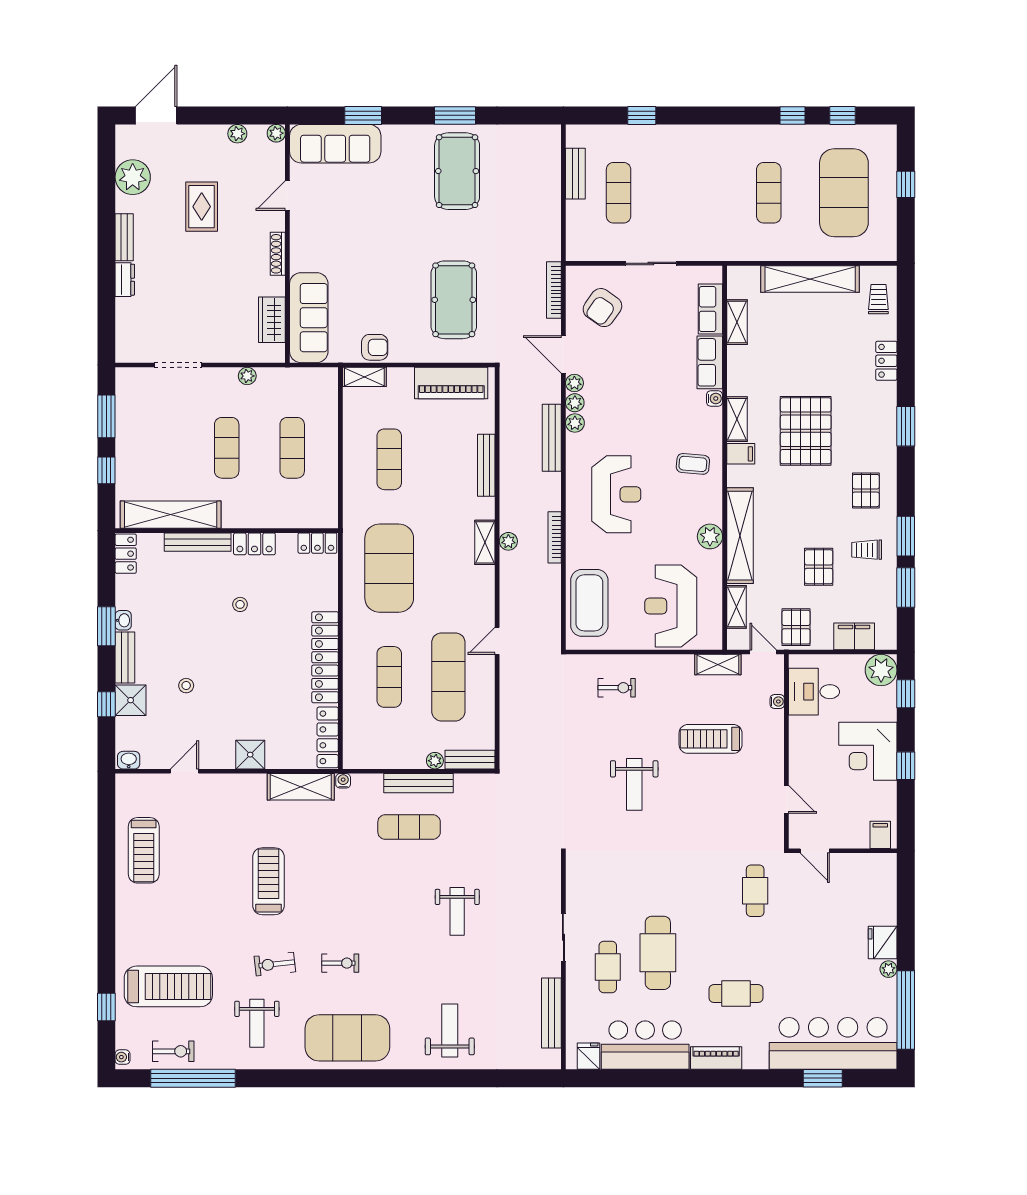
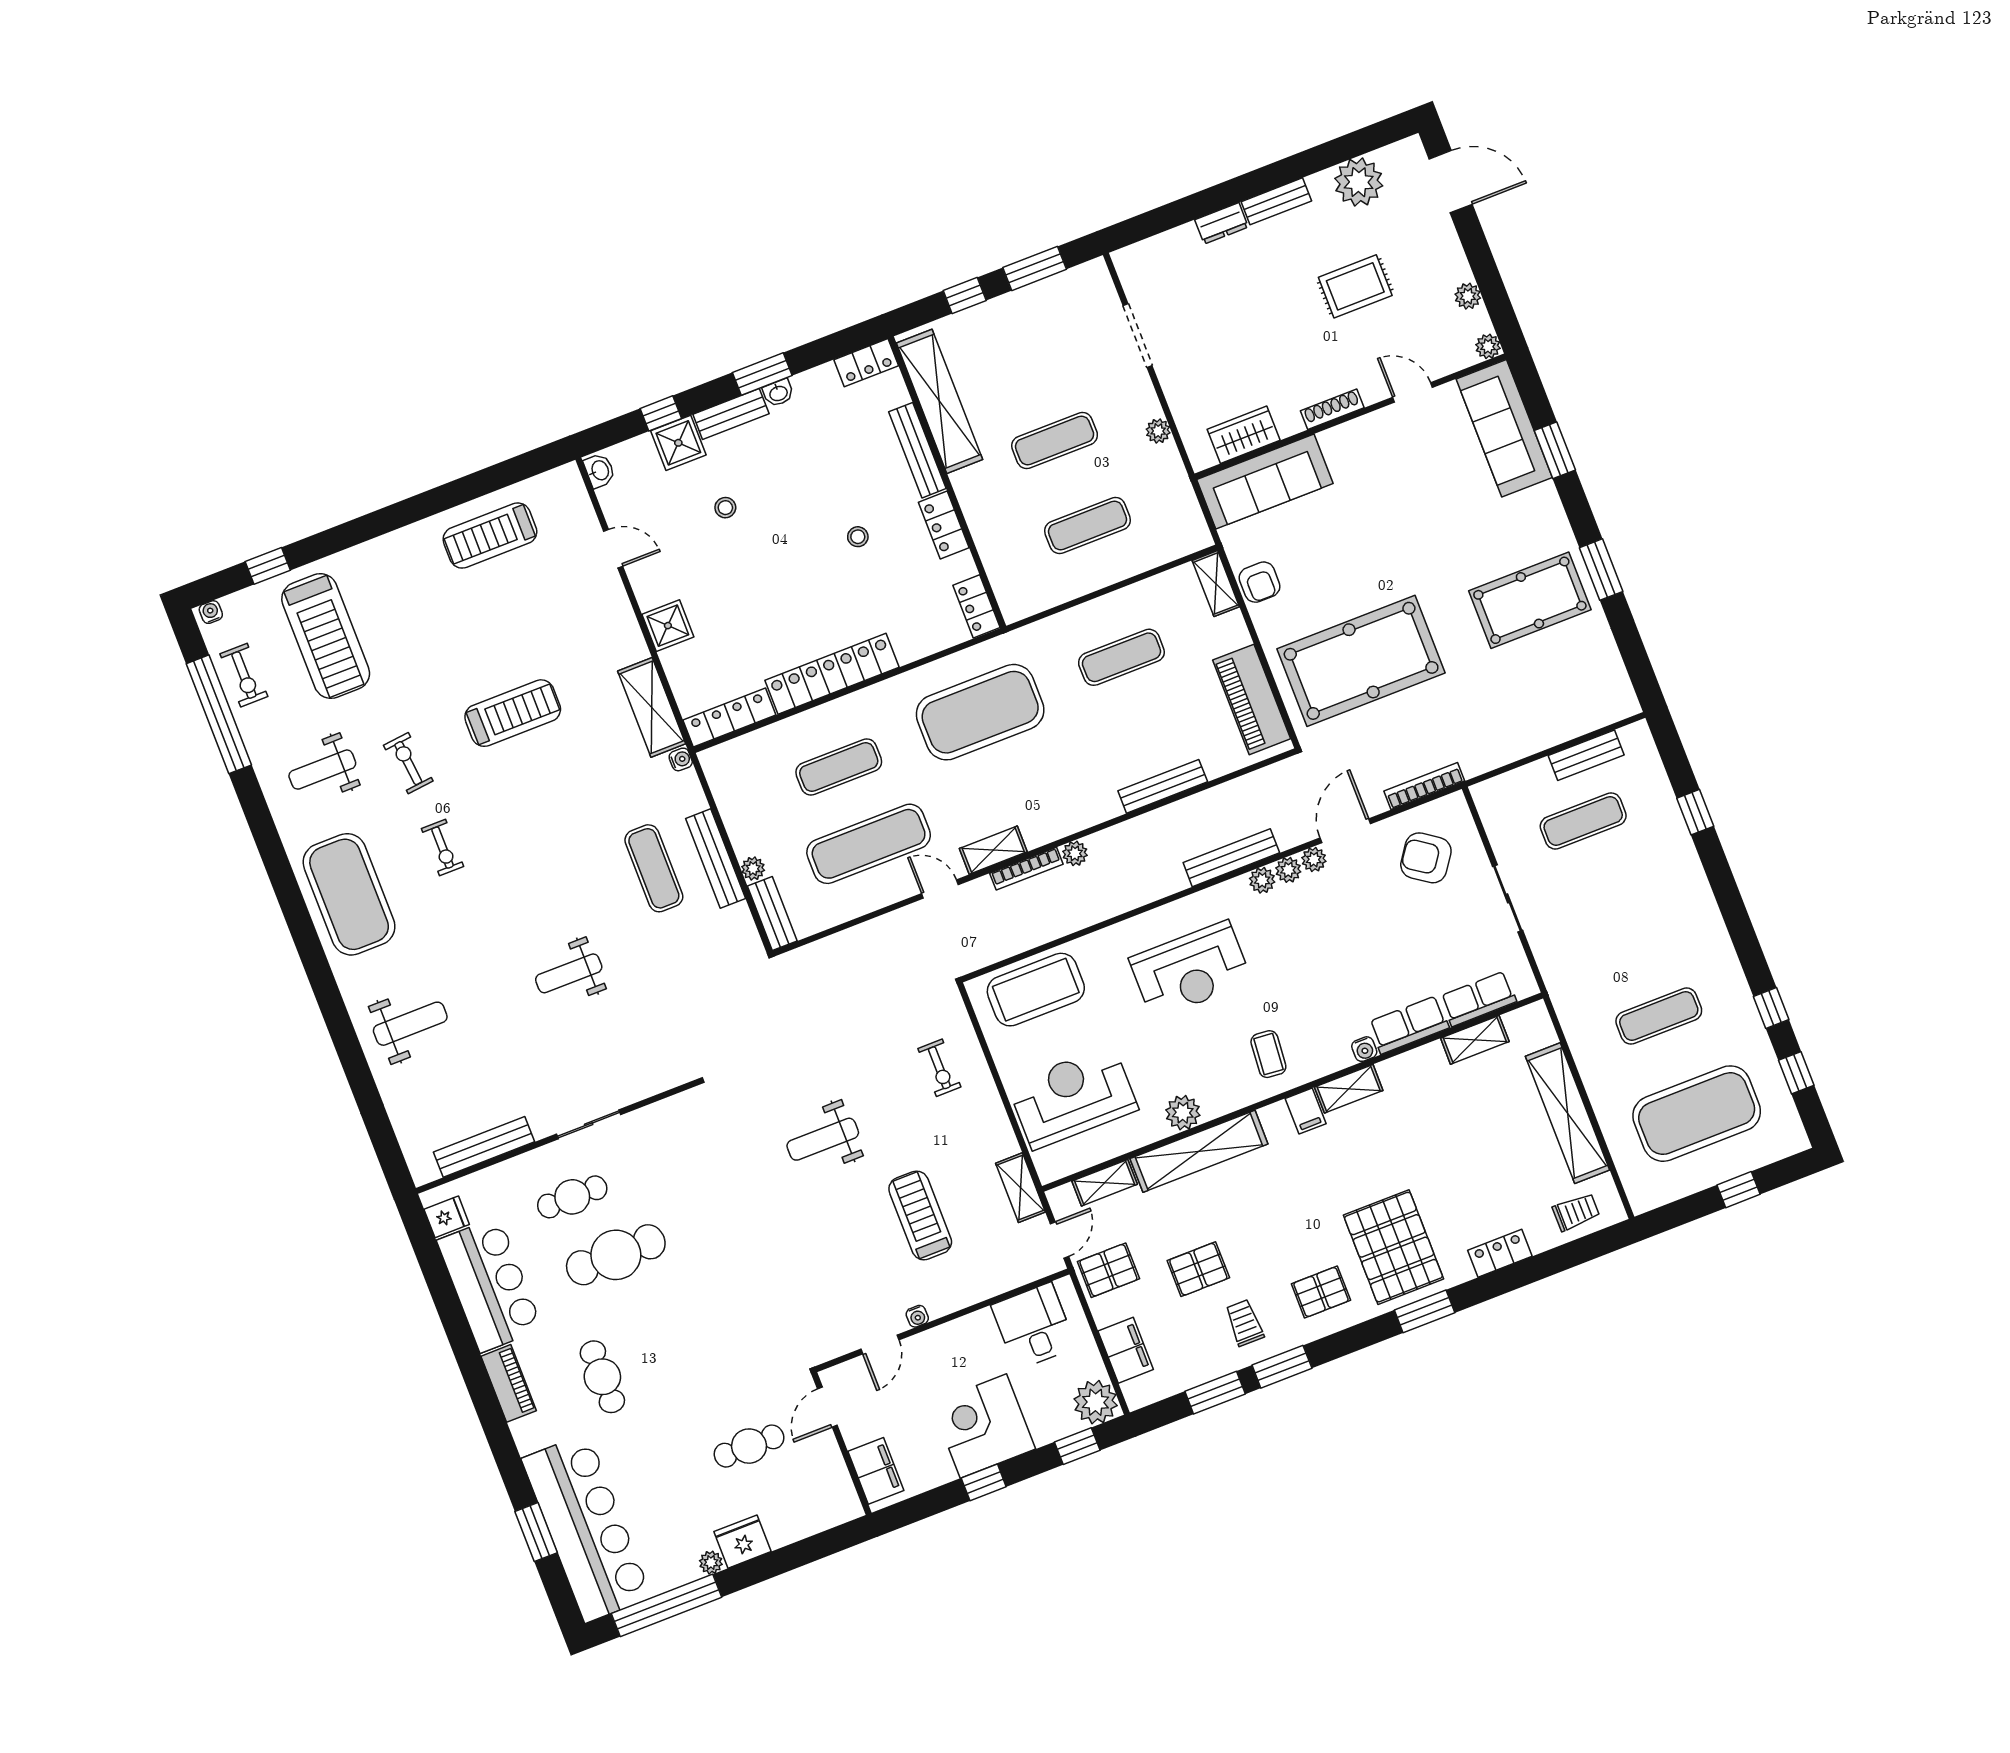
pool table: (454, 300) -> (1361, 661), width x1.36, depth x1.32
pallet: (806, 431) -> (1393, 1247), moved, turned 90
bookcase: (555, 537) -> (1026, 869), moved, turned 180
shelving: (485, 542) -> (993, 850), moved
water cooler: (777, 701) -> (917, 1316), moved
filing cabinet: (880, 835) -> (876, 1471), width x2.00
cafe table: (755, 891) -> (749, 1446), moved

